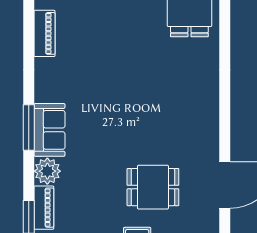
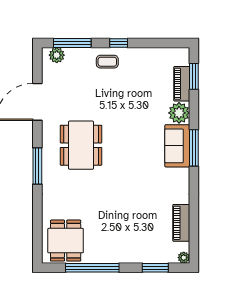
window: (225, 105) -> (37, 166), added
dining table: (153, 187) -> (81, 145), moved, width x1.38

